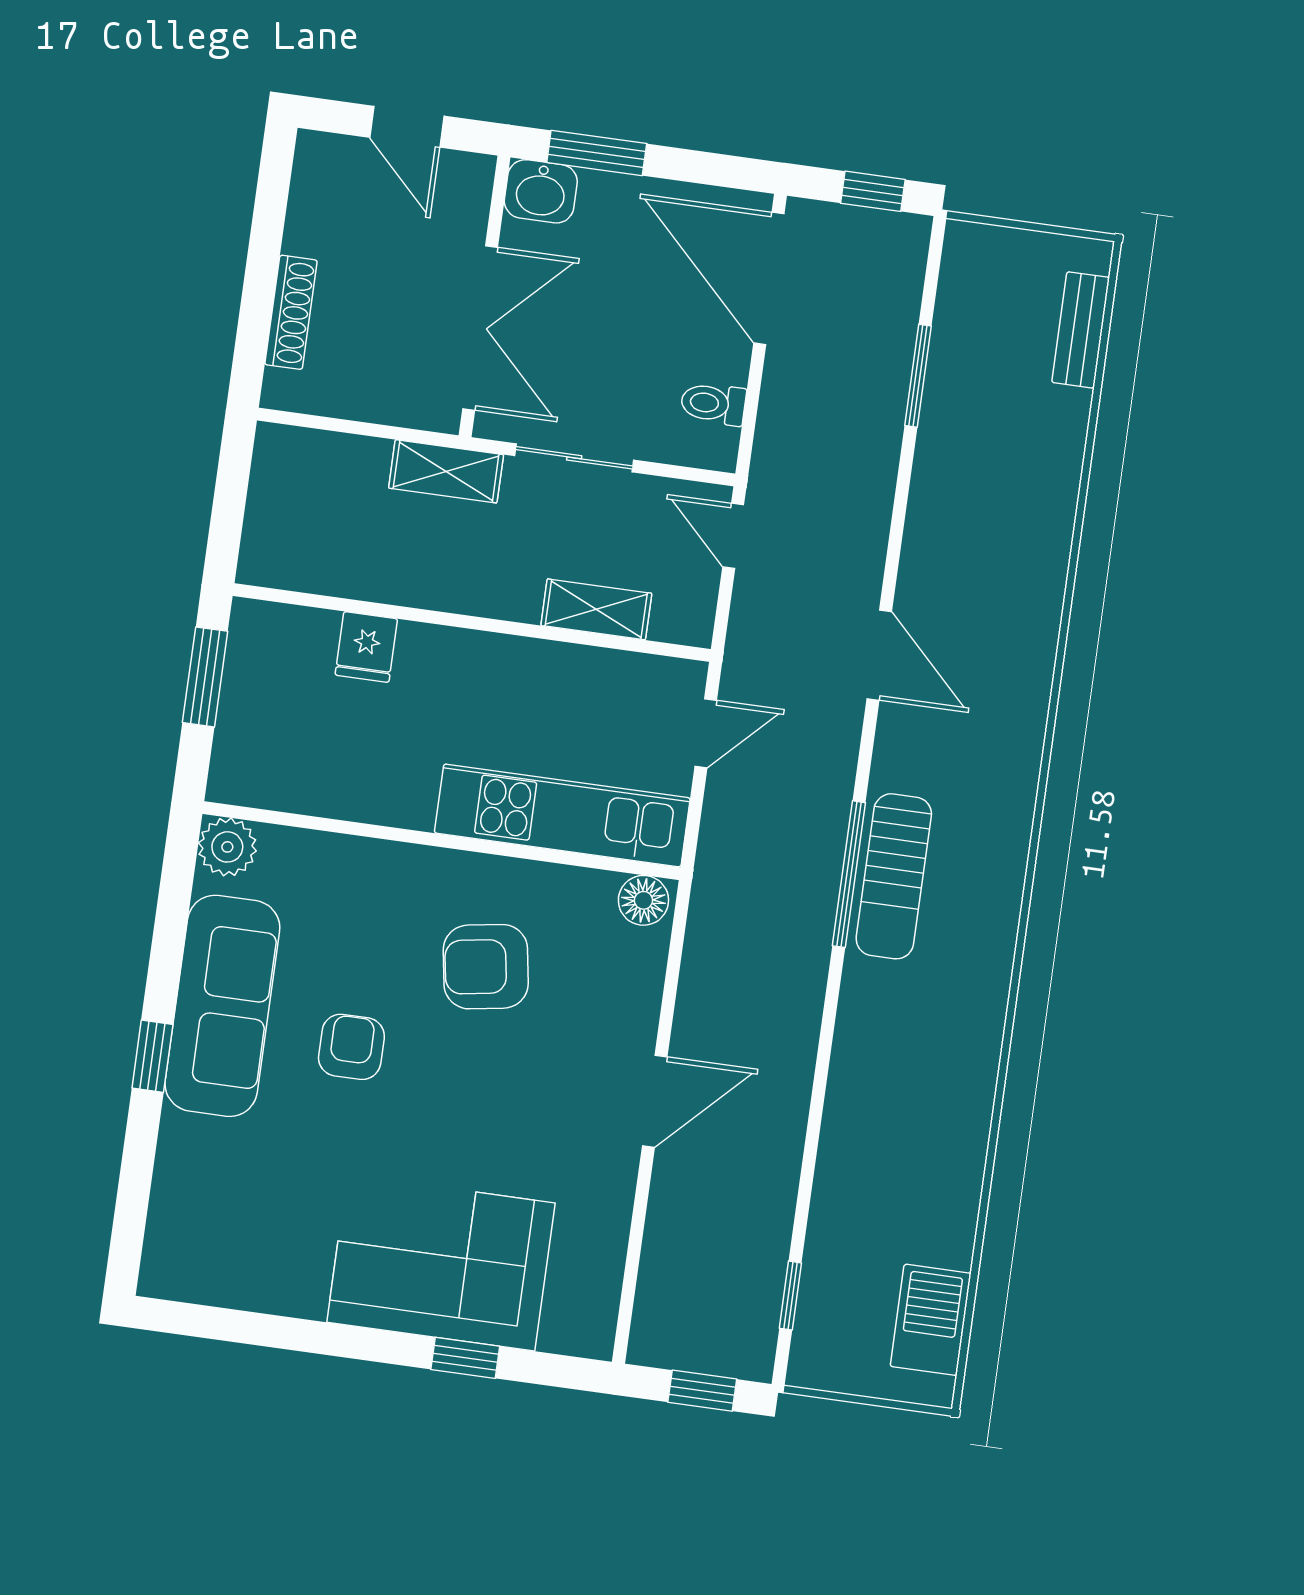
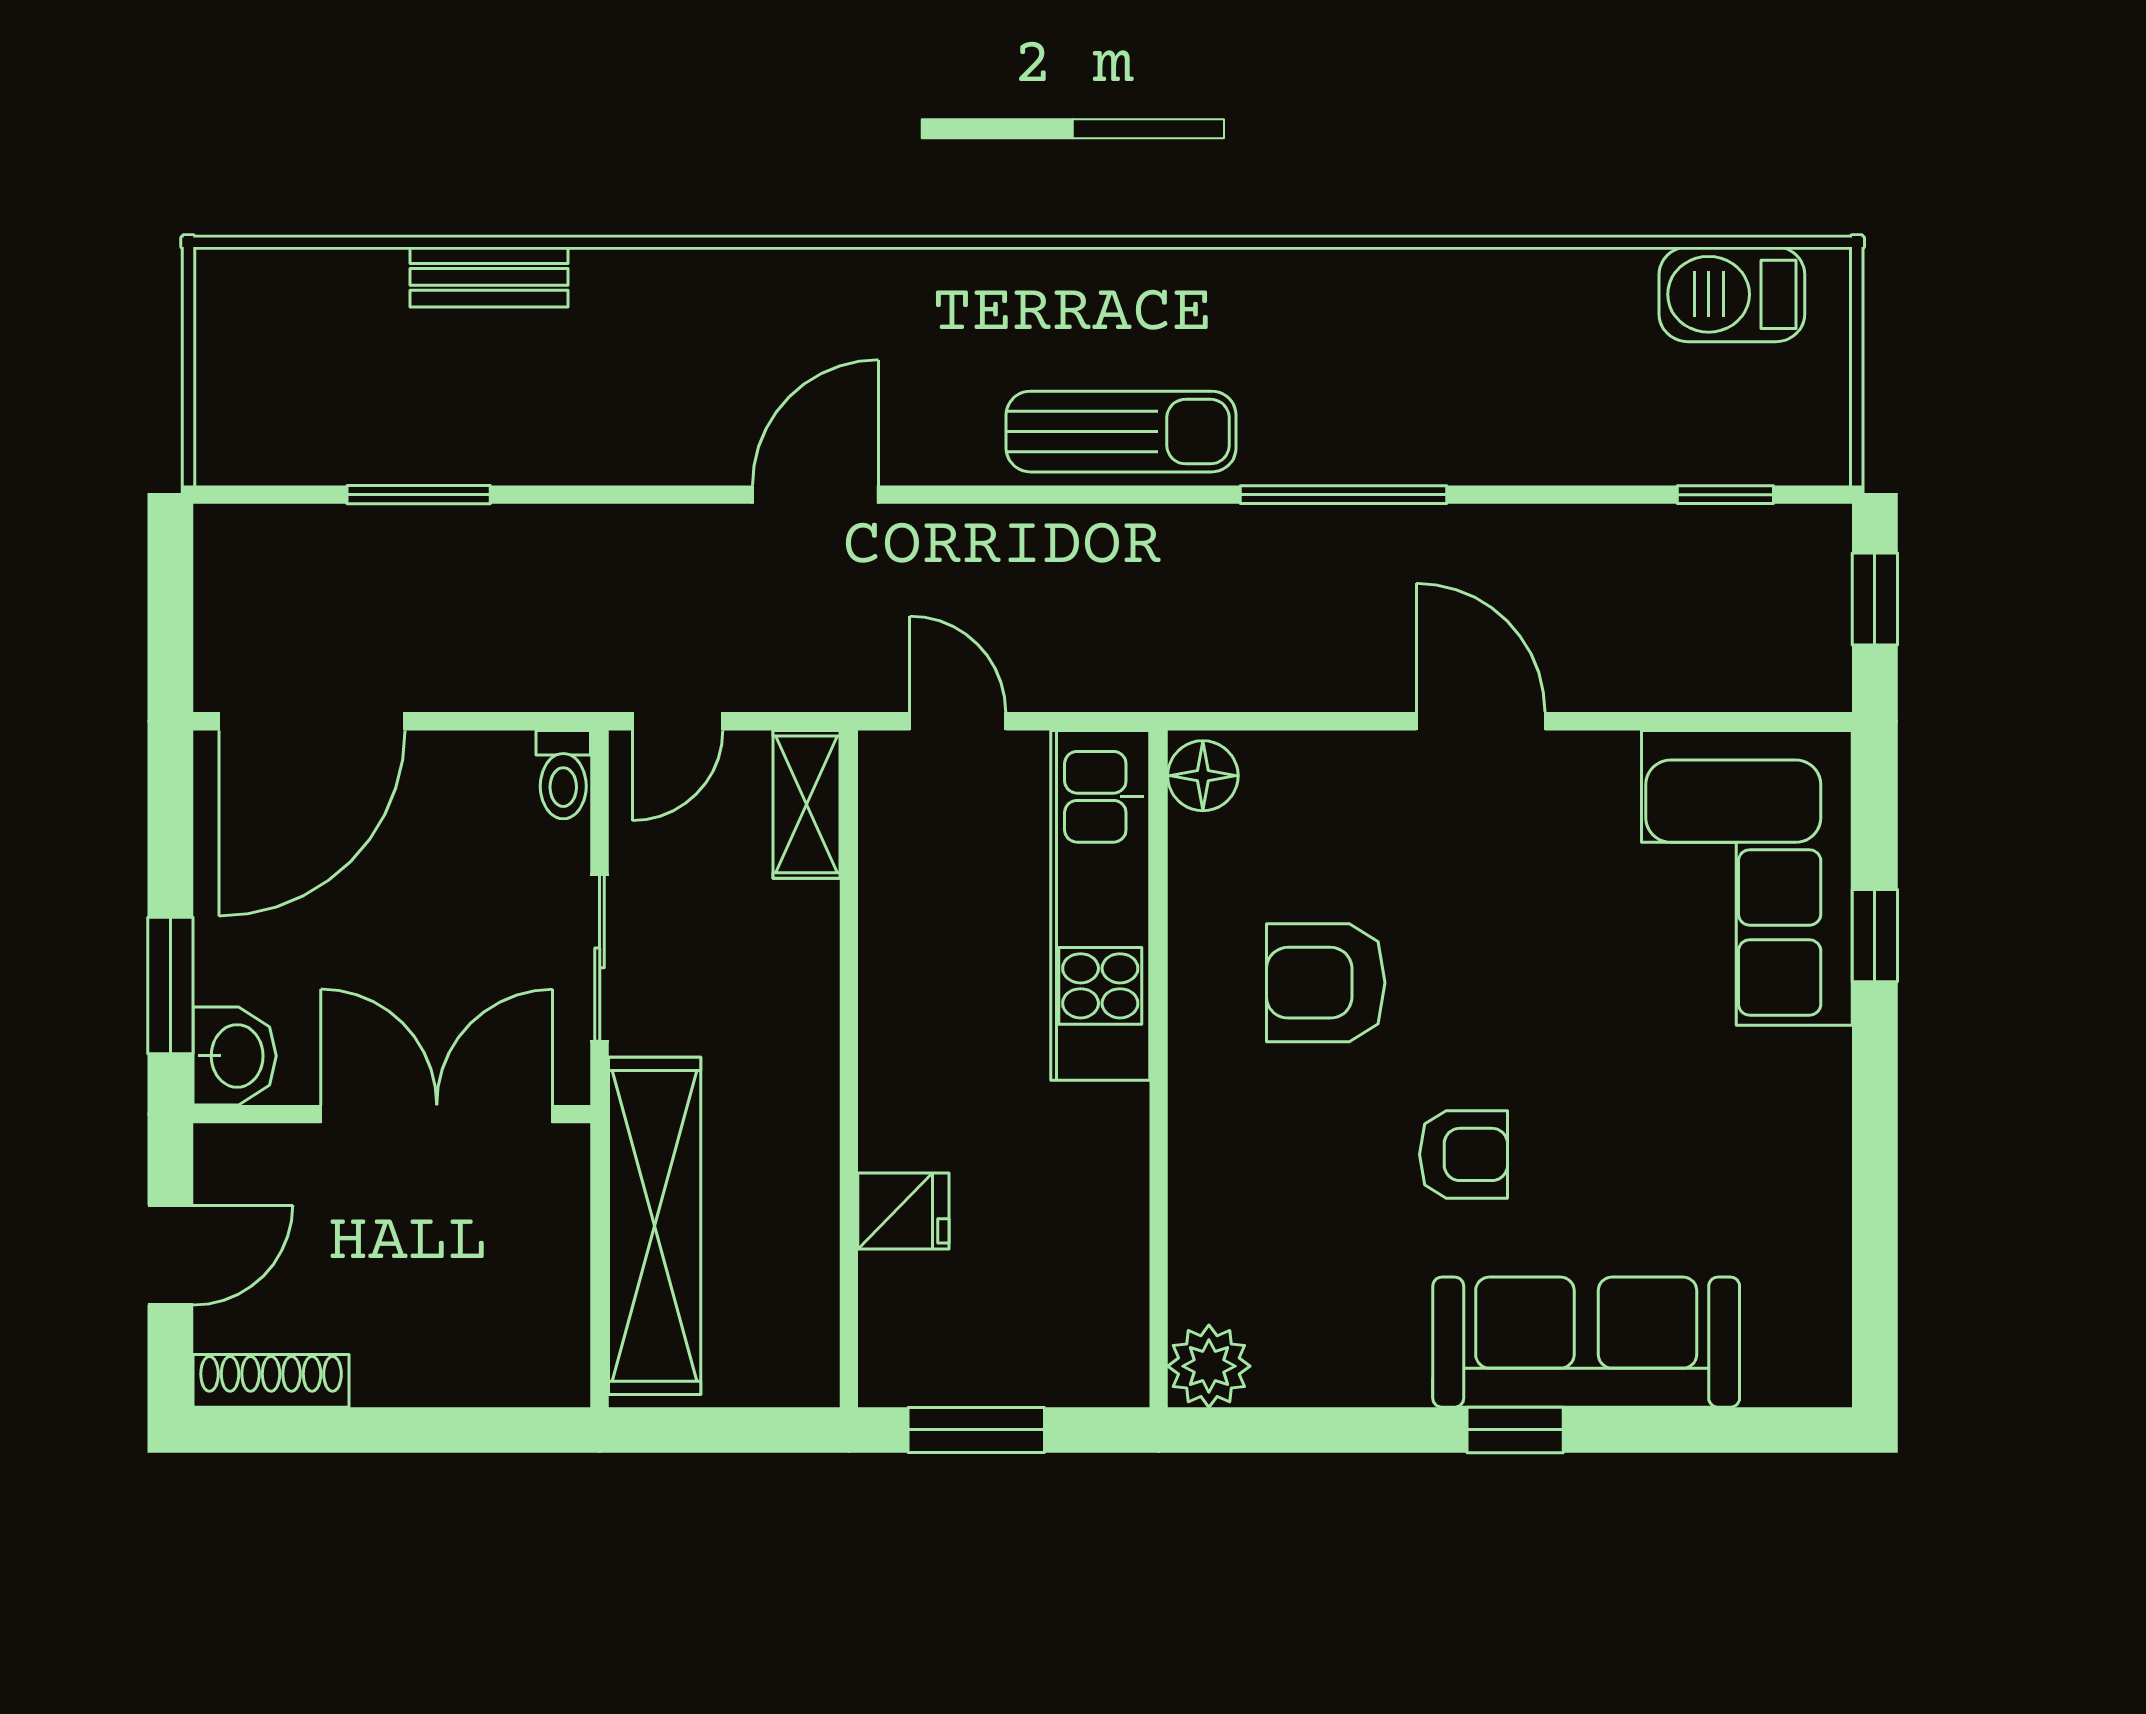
window: (873, 191) -> (170, 593), removed
shoe rack: (291, 312) -> (271, 1381), moved
bench: (1081, 330) -> (489, 277), moved
toilet: (713, 404) -> (563, 775), moved
shelving: (446, 471) -> (655, 1226), width x2.20, depth x1.33
shelving: (596, 609) -> (806, 804), moved
window: (849, 874) -> (1344, 495), moved
armchair: (486, 967) -> (1326, 983), turned 99
sofa: (222, 1006) -> (1586, 1342), moved
armchair: (351, 1047) -> (1464, 1154), turned 180
corner sofa: (441, 1263) -> (1747, 878), moved

